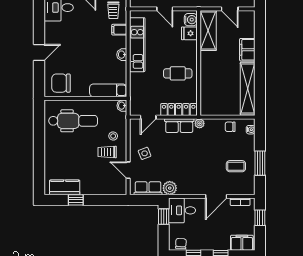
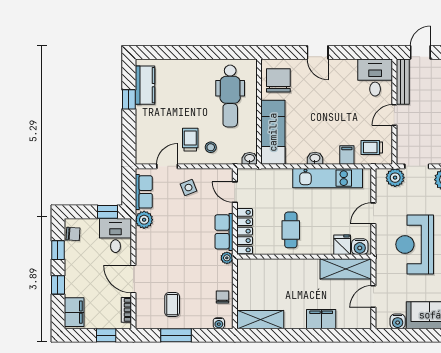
shelving: (248, 89) -> (261, 320), width x0.68
exam couch: (108, 90) -> (273, 132), width x1.36, depth x1.45

